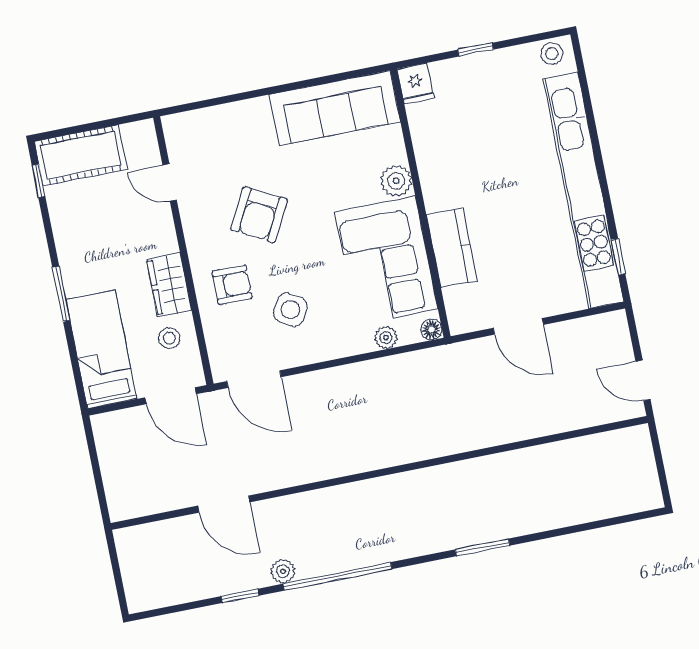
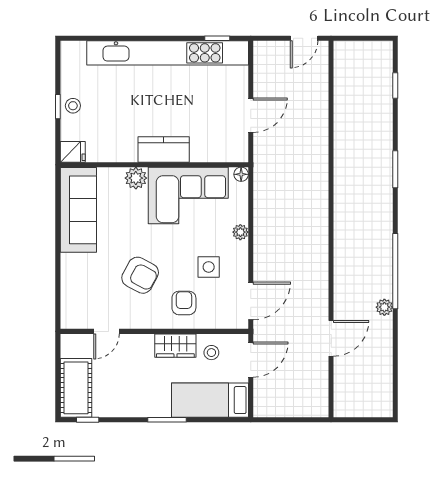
stool: (552, 54) -> (73, 106), moved
kitchen counter: (452, 248) -> (164, 149), moved
side table: (290, 310) -> (209, 267), turned -32
plant: (386, 338) -> (240, 232), moved
window: (240, 596) -> (395, 86), moved

